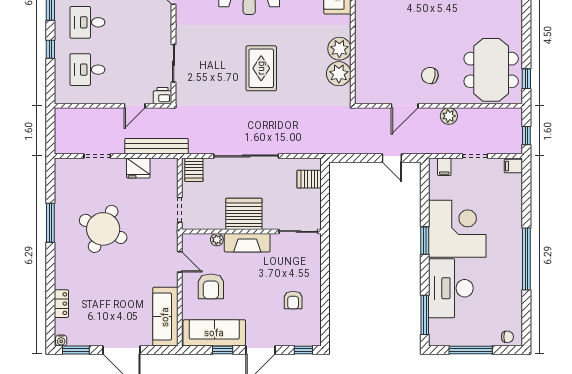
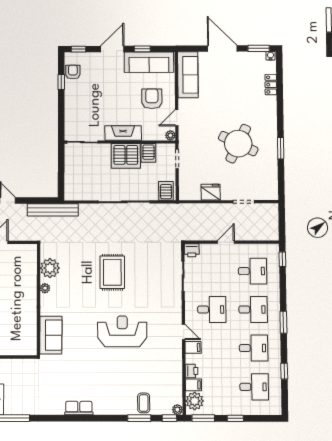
desk: (138, 22) -> (212, 309), added
window: (50, 49) -> (282, 259), moved
plant: (339, 49) -> (45, 288), width x0.53, depth x0.53
door: (135, 106) -> (226, 242), moved
bench: (157, 146) -> (53, 210), moved
server rack: (309, 179) -> (148, 153), moved, turned 90
window: (50, 223) -> (281, 148), width x0.69
plant: (217, 240) -> (170, 135), moved
door: (180, 262) -> (177, 118), hinge flipped
armchair: (293, 300) -> (73, 72), moved
window: (325, 308) -> (61, 82), added

